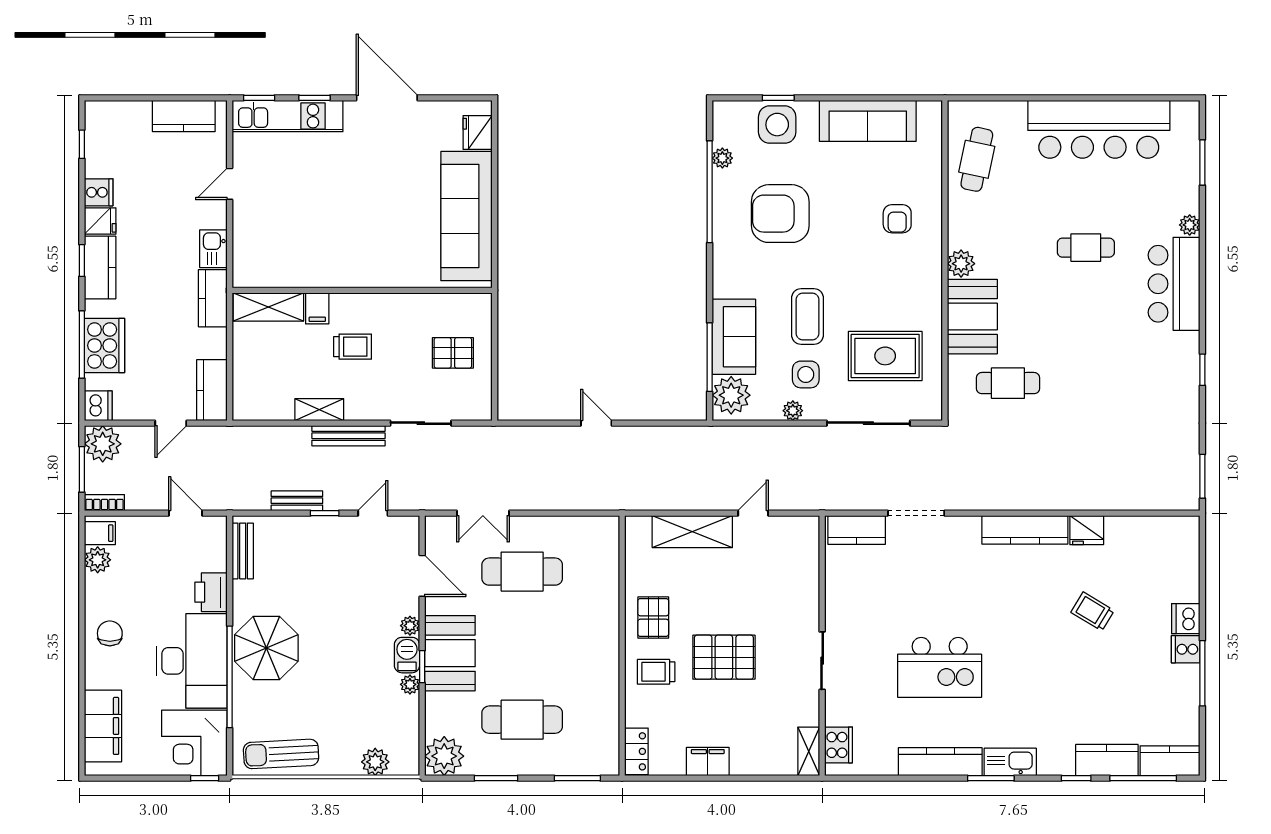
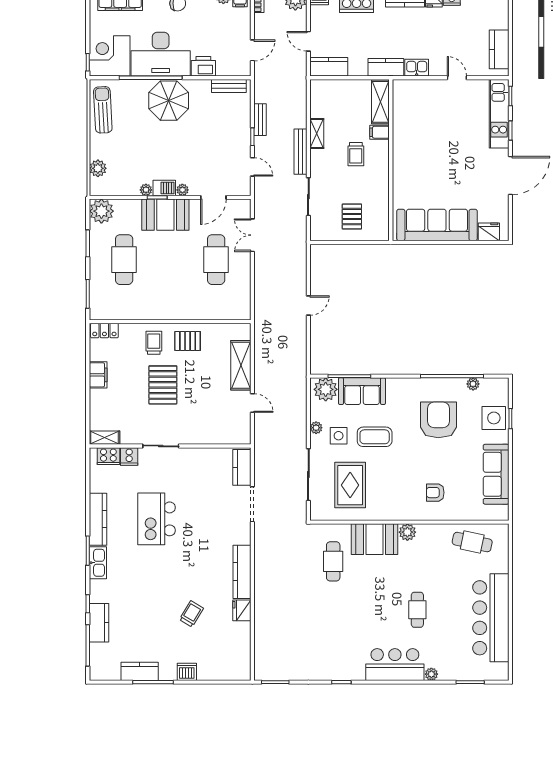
cooker: (1186, 649) -> (129, 456), moved, turned 180
kitchen counter: (1170, 761) -> (140, 671), moved, turned -90

